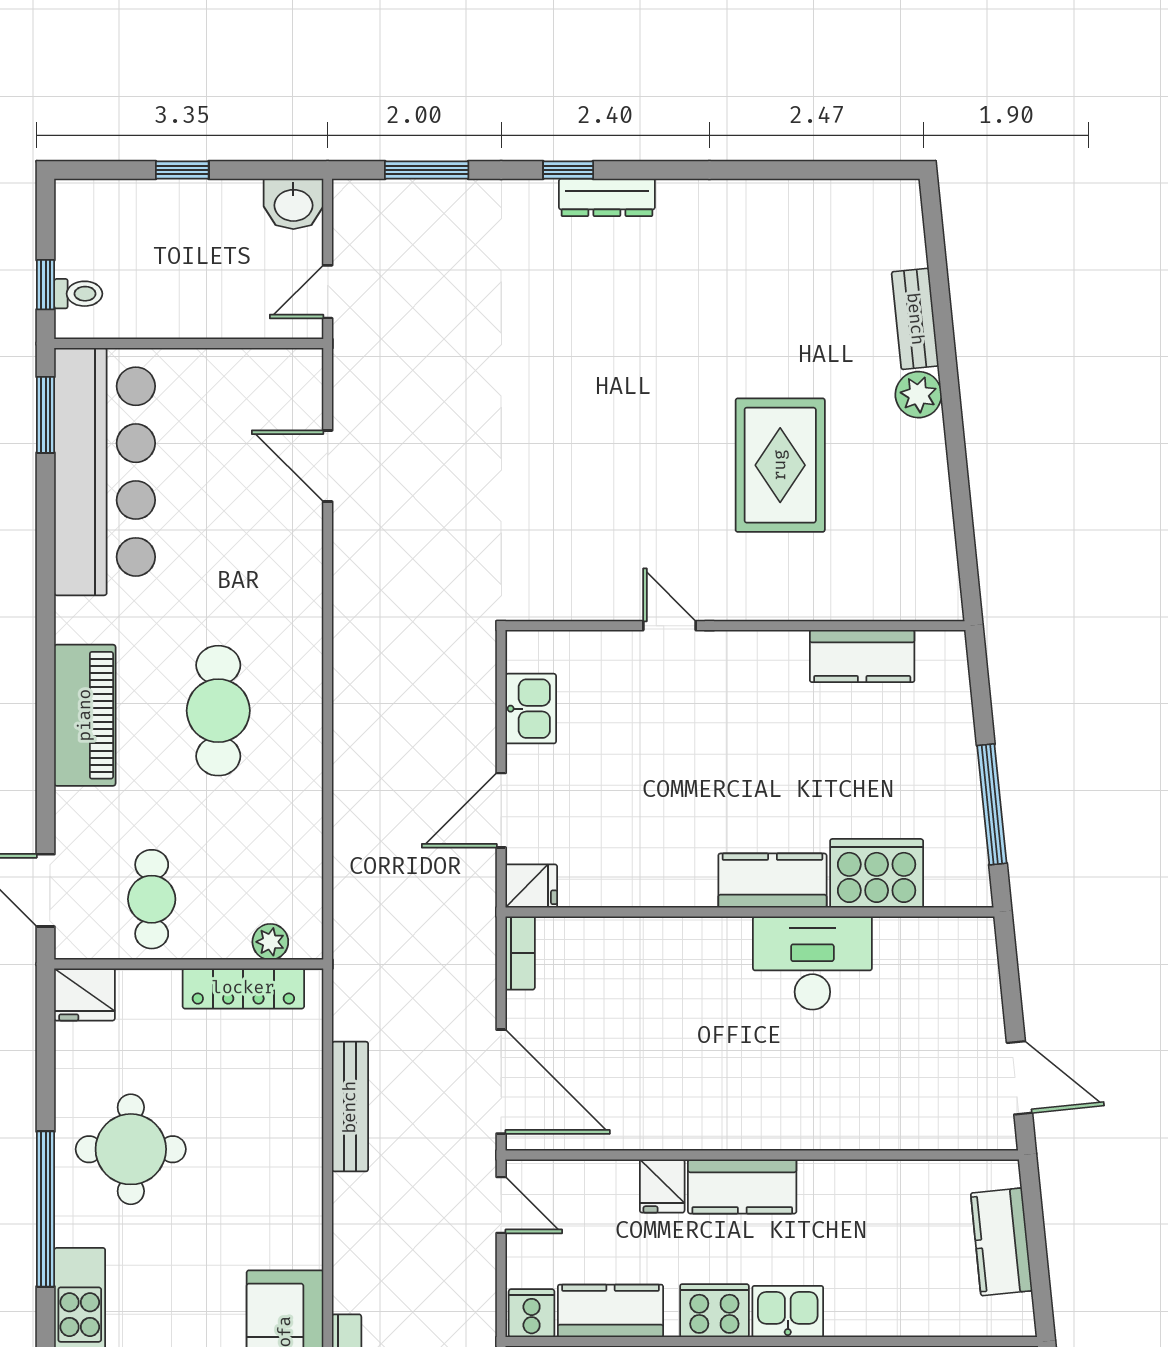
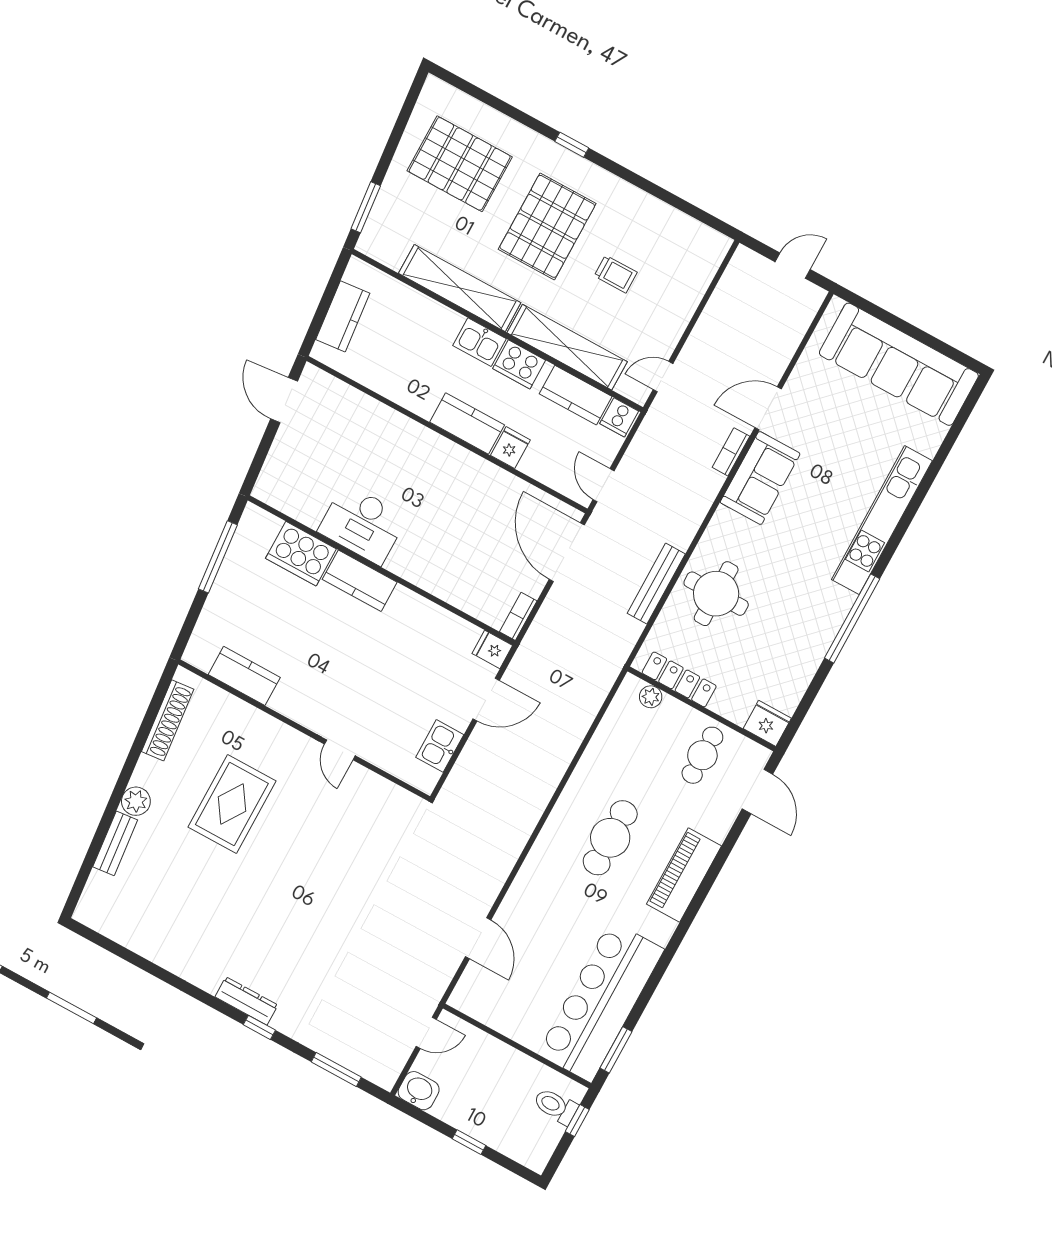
toilet: (78, 294) -> (556, 1106), width x1.37, depth x1.39
shoe rack: (936, 534) -> (168, 720), added
round table: (131, 1149) -> (716, 594), moved

